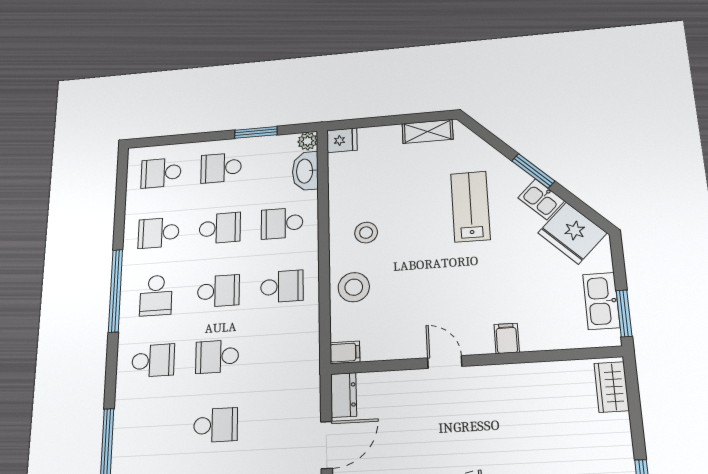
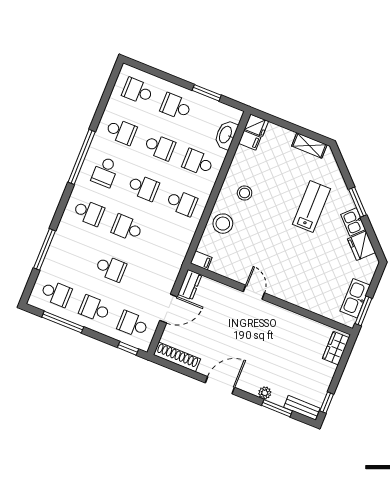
plant: (308, 141) -> (236, 115), removed
school desk: (159, 233) -> (121, 132), turned 180
fridge: (572, 233) -> (361, 246), width x0.73, depth x0.75
filing cabinet: (507, 338) -> (250, 140), moved, turned 90

